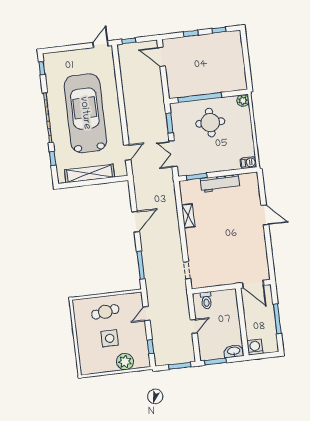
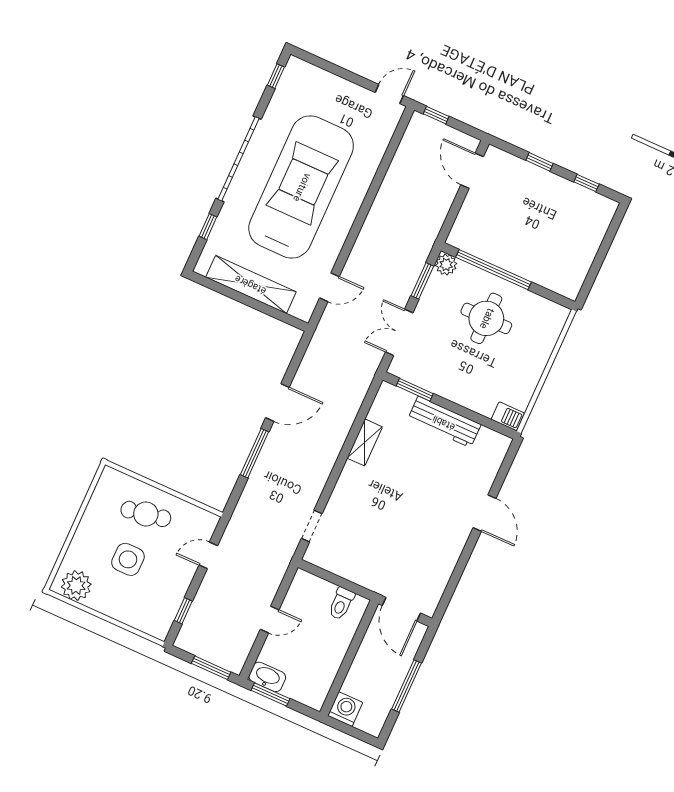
plant: (243, 101) -> (446, 265), moved
window: (141, 265) -> (254, 453), moved
toilet: (206, 300) -> (341, 603), moved
washbasin: (234, 351) -> (267, 677), moved
plant: (125, 362) -> (76, 586), moved

